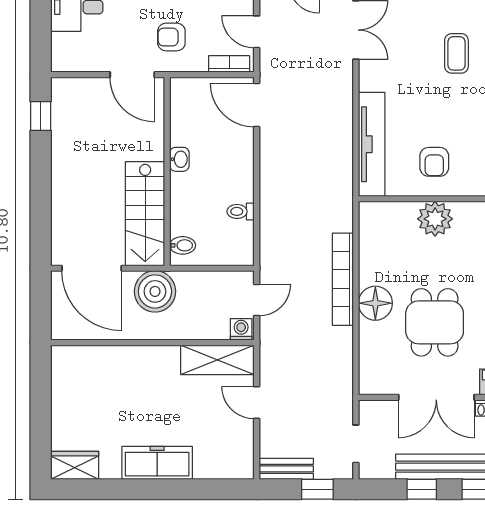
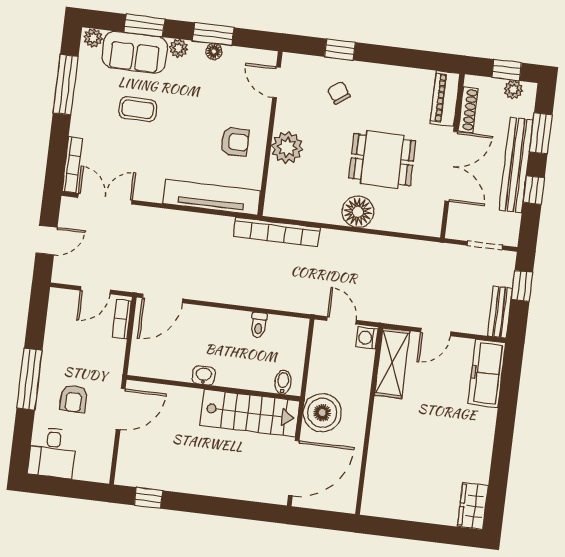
armchair: (171, 37) -> (74, 399), moved
bookcase: (343, 279) -> (277, 232), moved
freezer: (157, 463) -> (487, 373), moved

